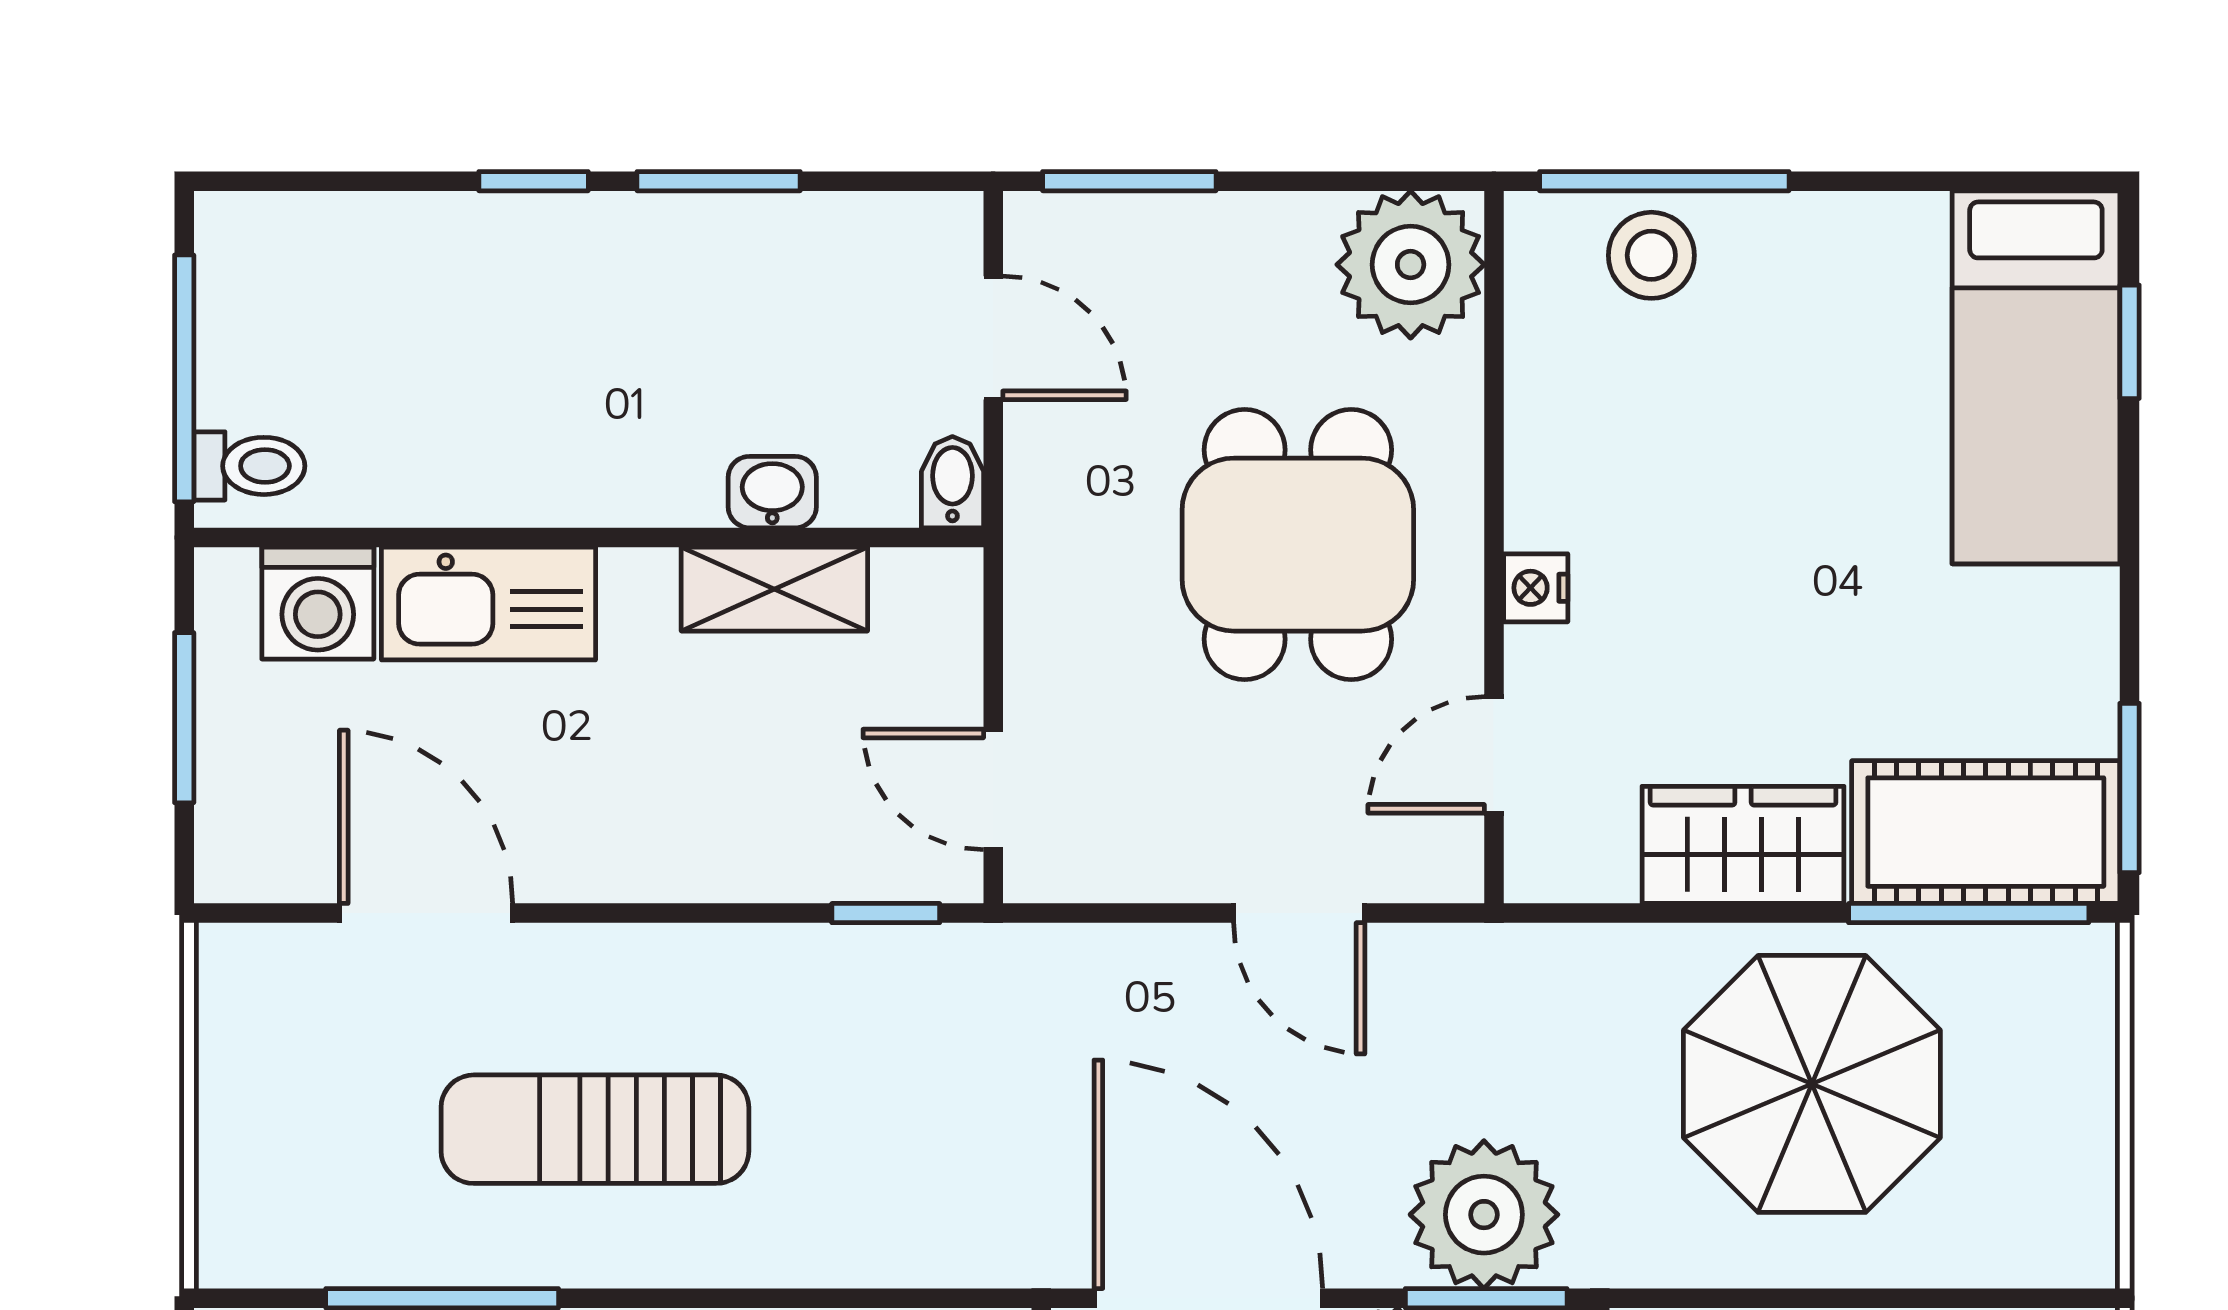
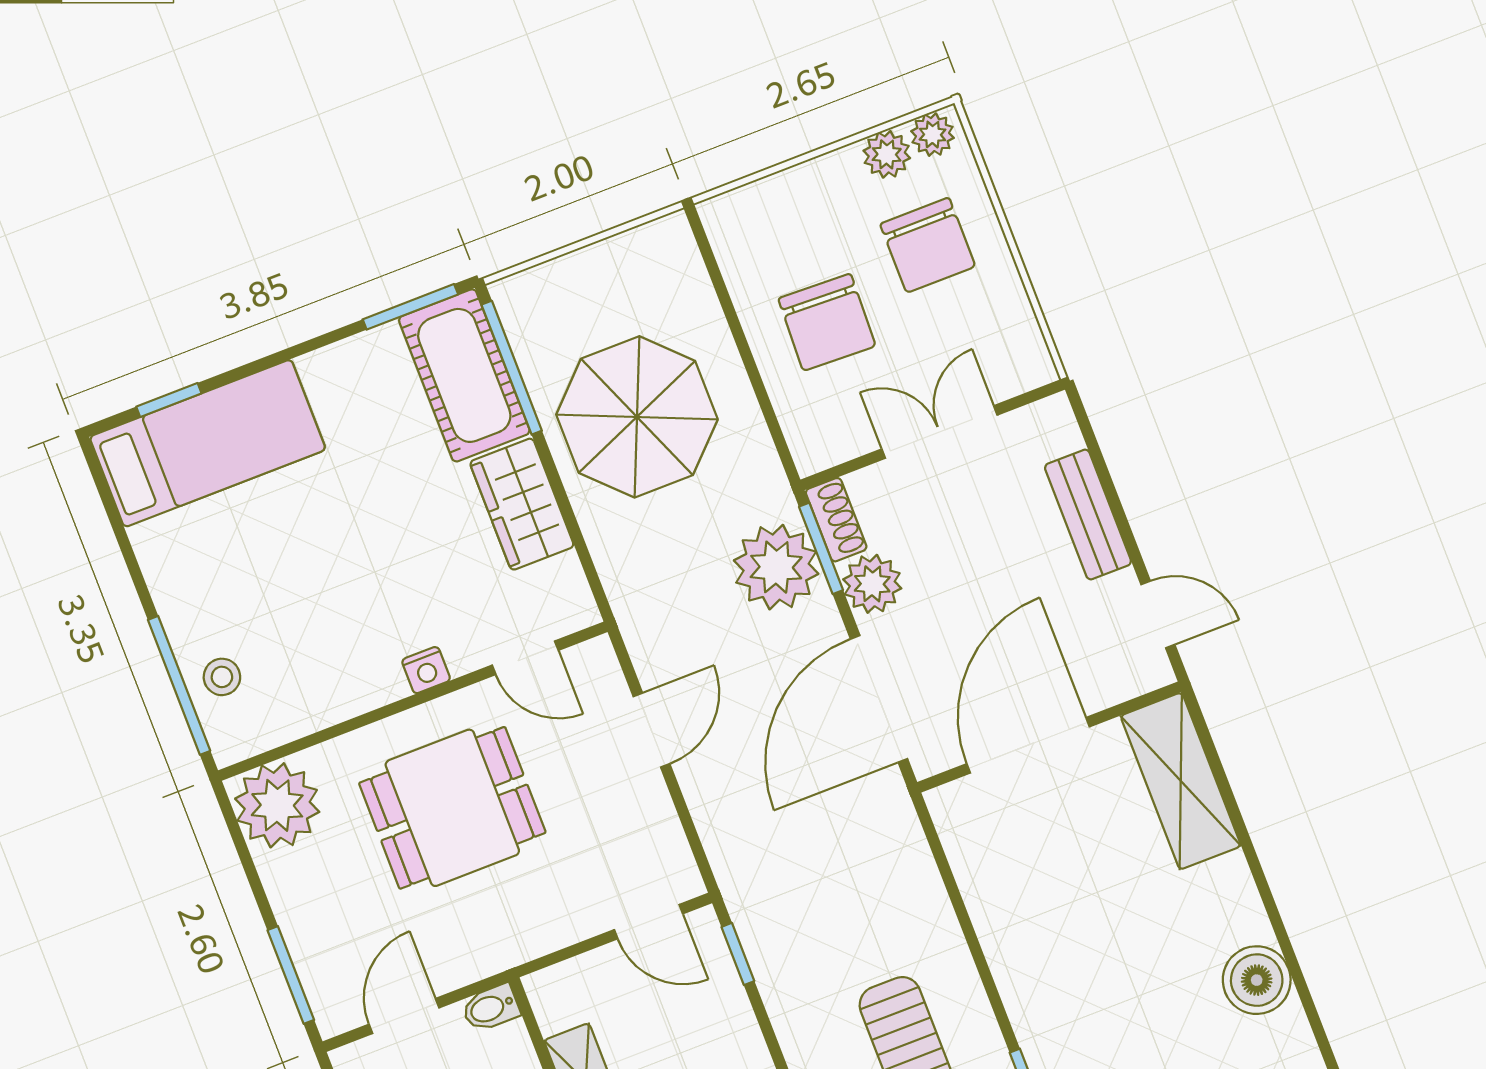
stool: (1651, 255) -> (222, 677), width x0.73, depth x0.73
door: (993, 789) -> (649, 922), hinge flipped

